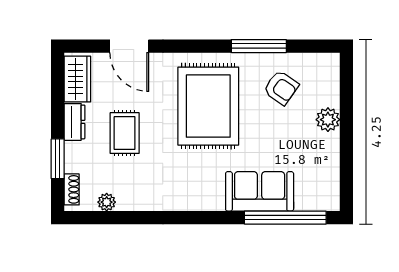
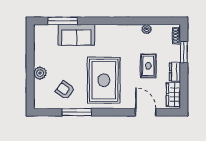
plant: (107, 202) -> (147, 29), moved
window: (285, 218) -> (63, 21), width x0.68

